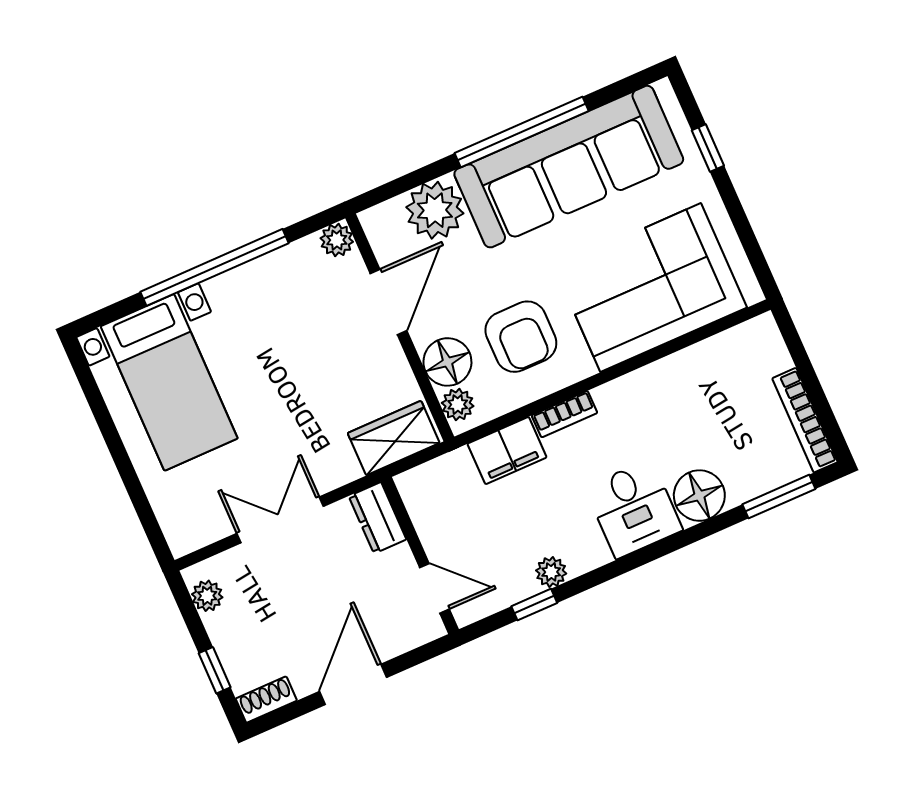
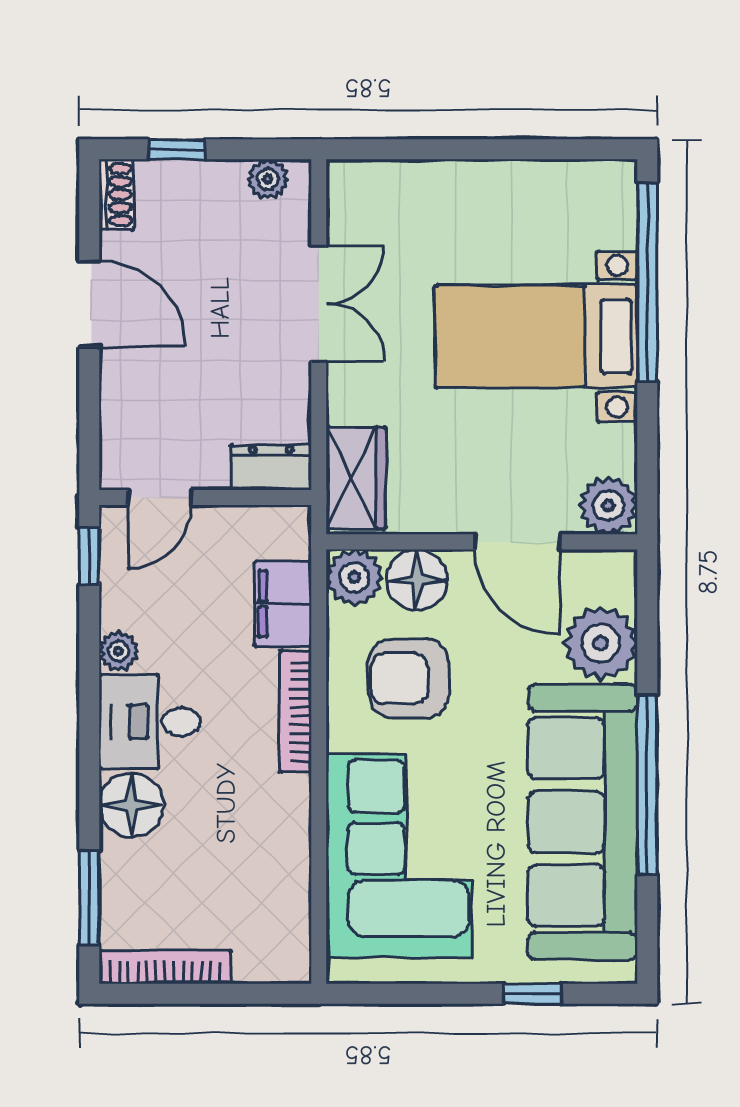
plant: (337, 240) -> (608, 505), width x1.38, depth x1.38
window: (214, 267) -> (647, 282), moved
bed with nightstands: (169, 382) -> (536, 336), moved
plant: (458, 405) -> (354, 577), width x1.38, depth x1.38
bookcase: (564, 414) -> (296, 711), width x1.56
dresser: (378, 518) -> (271, 467), moved
wall: (420, 555) -> (205, 497), moved
plant: (551, 572) -> (119, 651), moved
door: (434, 588) -> (159, 497), moved

